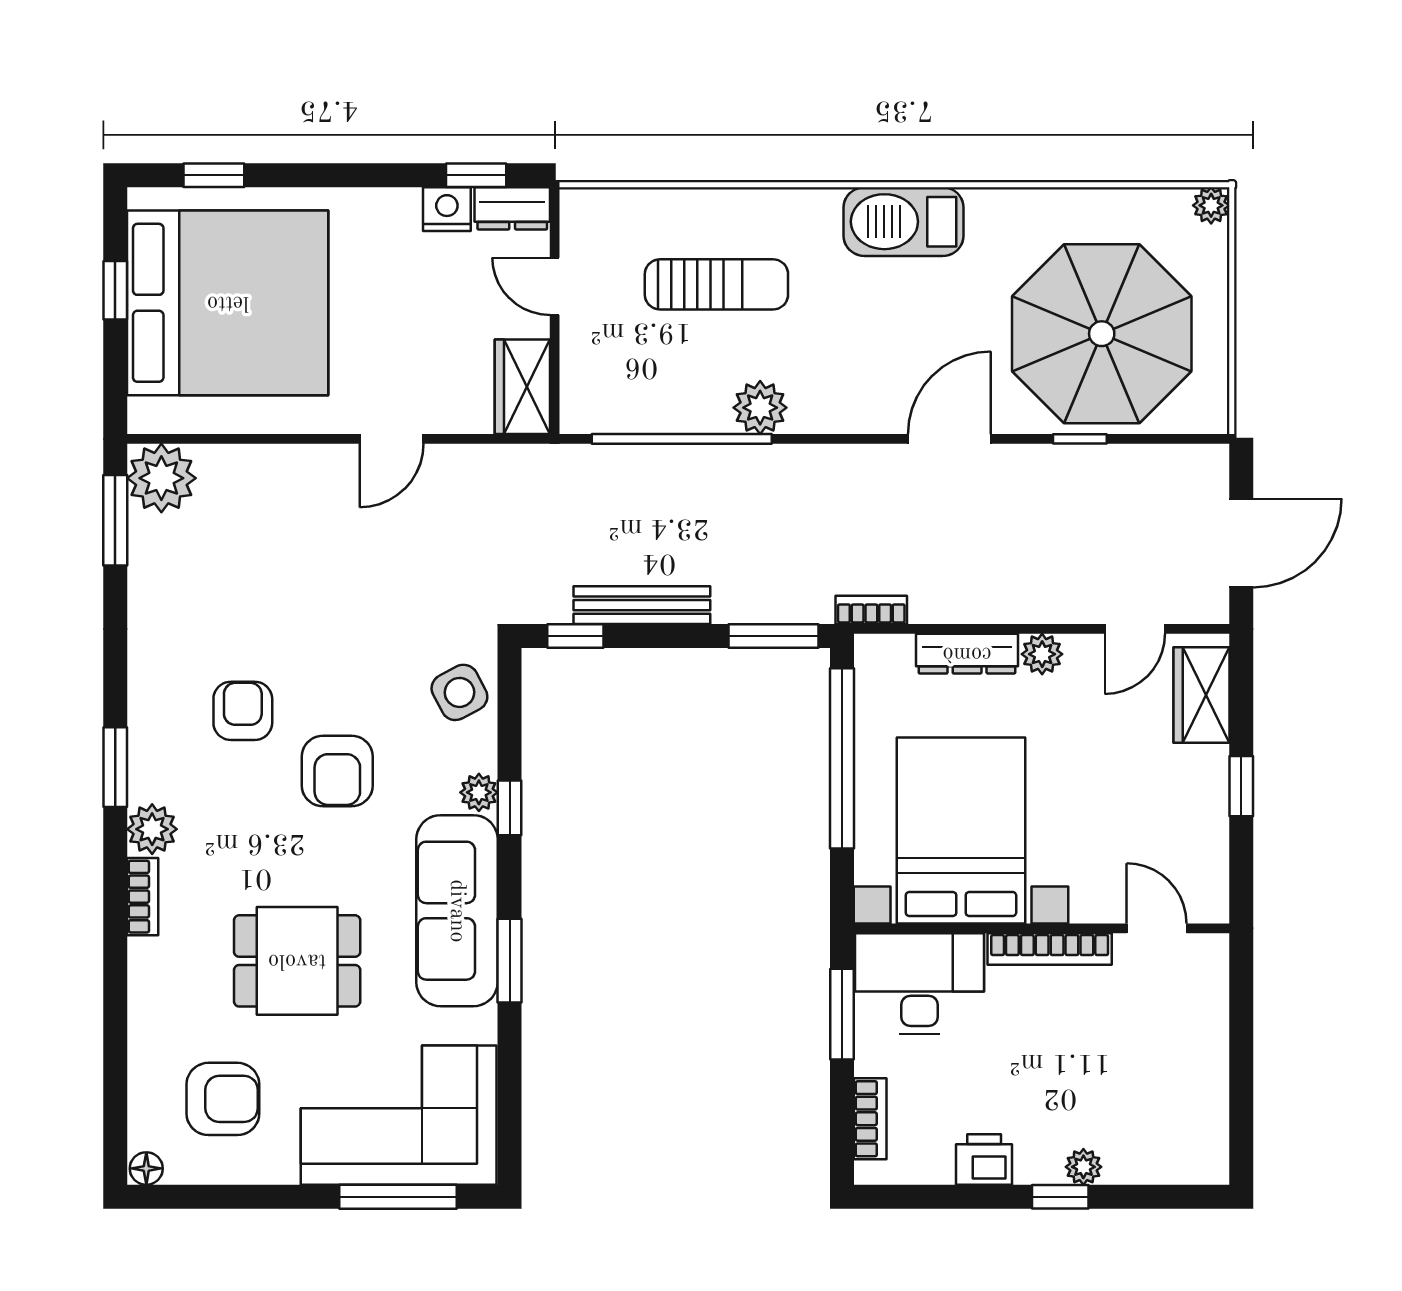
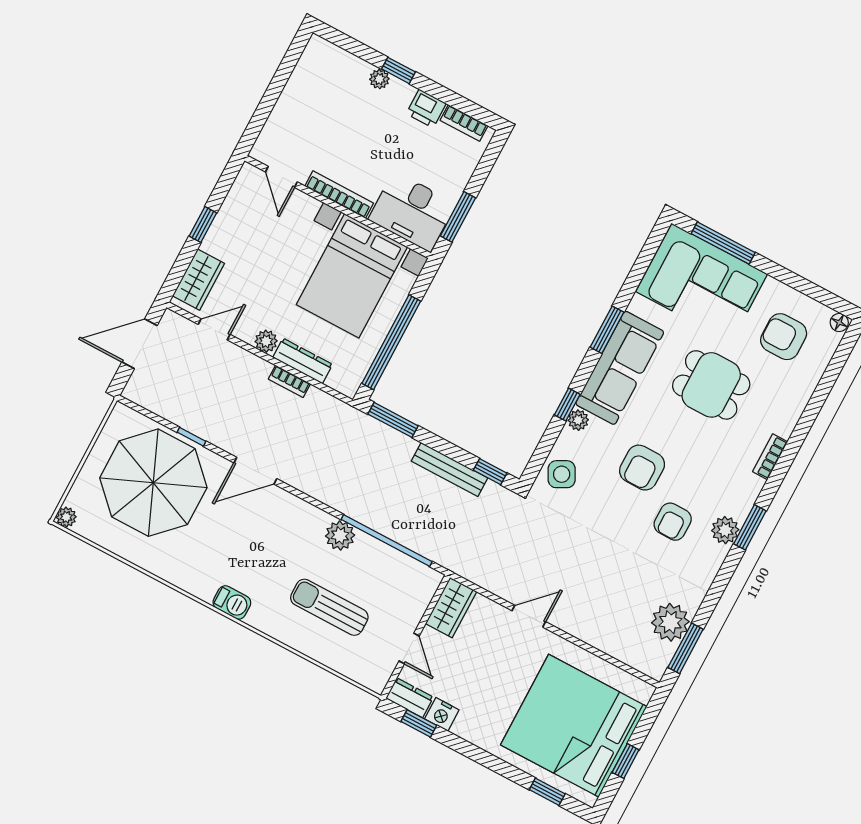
barbecue: (904, 222) -> (232, 602), width x0.53, depth x0.65
plant: (161, 478) -> (670, 622), moved
bookcase: (871, 610) -> (289, 381), moved
armchair: (337, 771) -> (642, 468), turned 180
plant: (152, 829) -> (725, 530), moved
bookcase: (870, 1119) -> (464, 123), moved, turned -90

